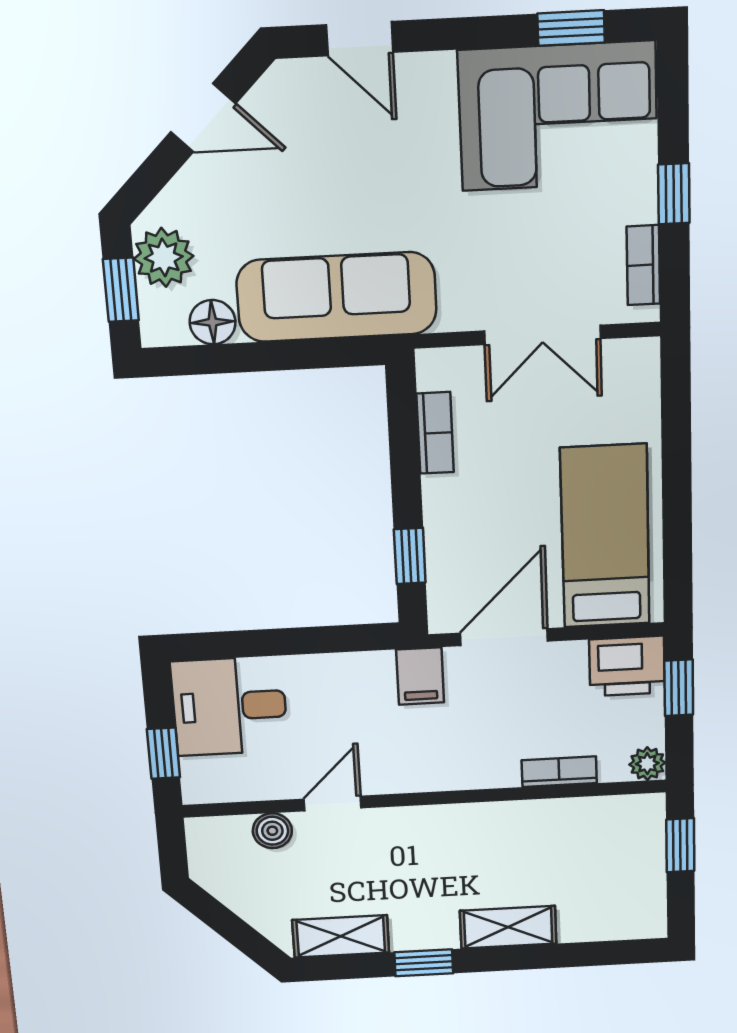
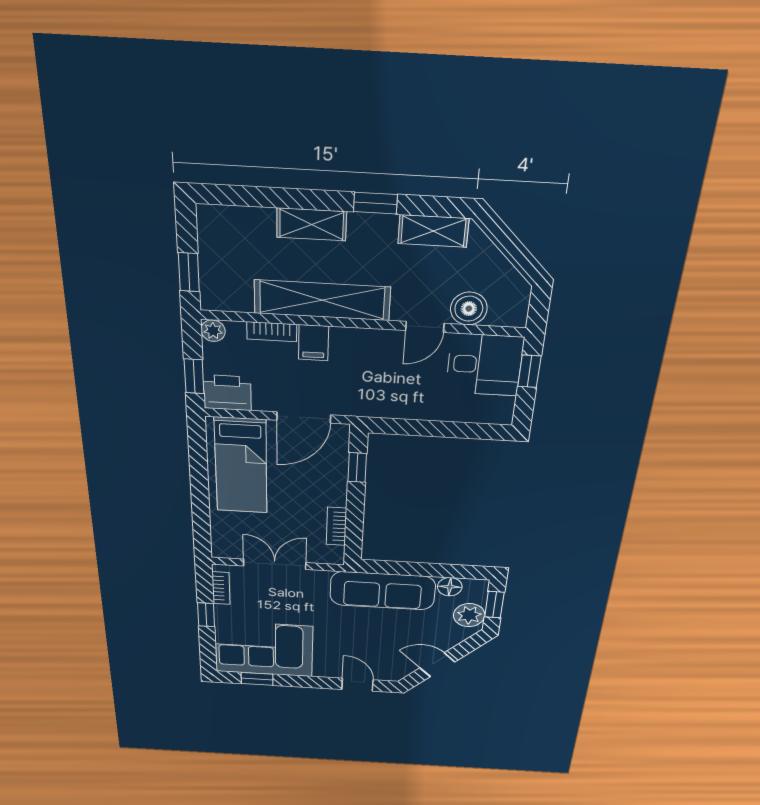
filing cabinet: (420, 676) -> (313, 343), moved, turned 180
desk: (229, 706) -> (484, 365), moved
shelving: (487, 826) -> (322, 300), added
boiler: (272, 831) -> (469, 309), width x1.36, depth x1.36

